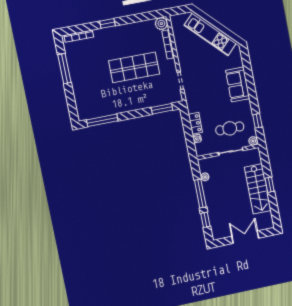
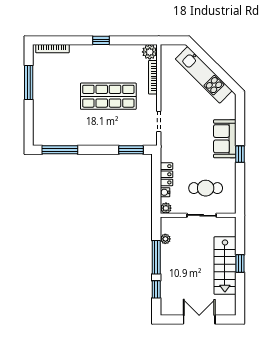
window: (107, 23) -> (101, 40), moved
window: (257, 121) -> (240, 154), moved
plant: (253, 141) -> (166, 208), moved

